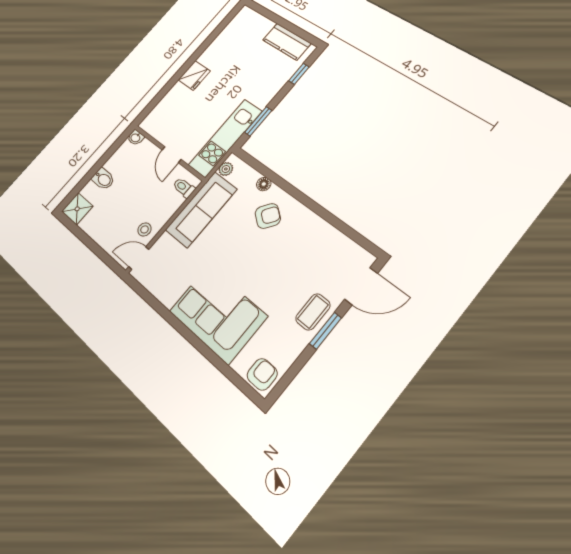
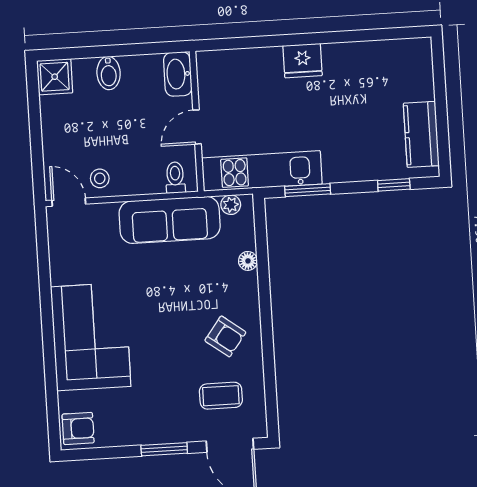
washbasin: (136, 138) -> (178, 74), width x1.91, depth x1.45
armchair: (268, 216) -> (225, 336), moved
coffee table: (313, 312) -> (221, 396), moved

